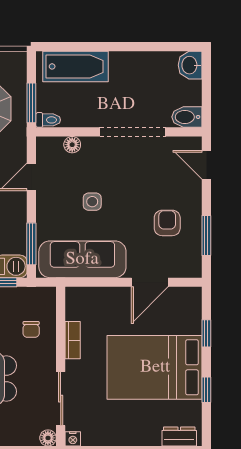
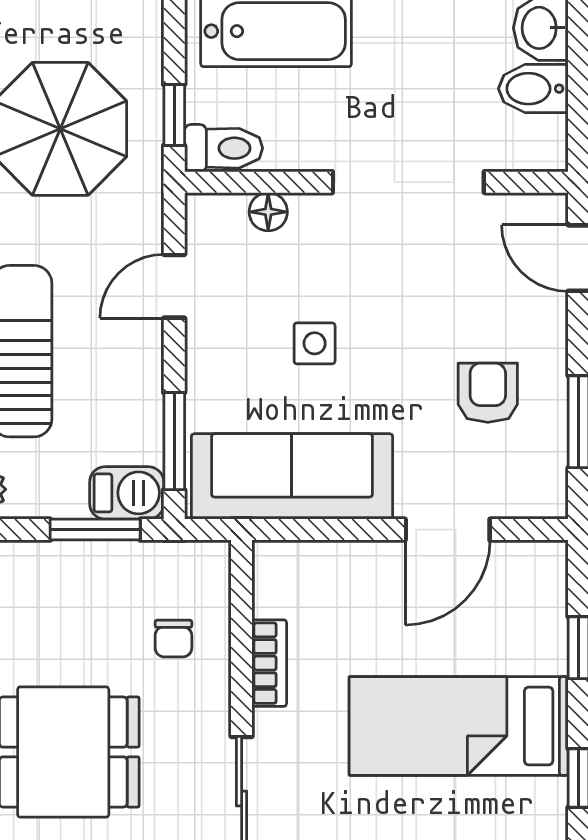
window: (31, 103) -> (174, 115), width x0.67
bidet: (187, 117) -> (533, 89), moved
toilet: (48, 120) -> (224, 148), width x1.37, depth x1.39
bed: (155, 367) -> (459, 726), width x0.67

